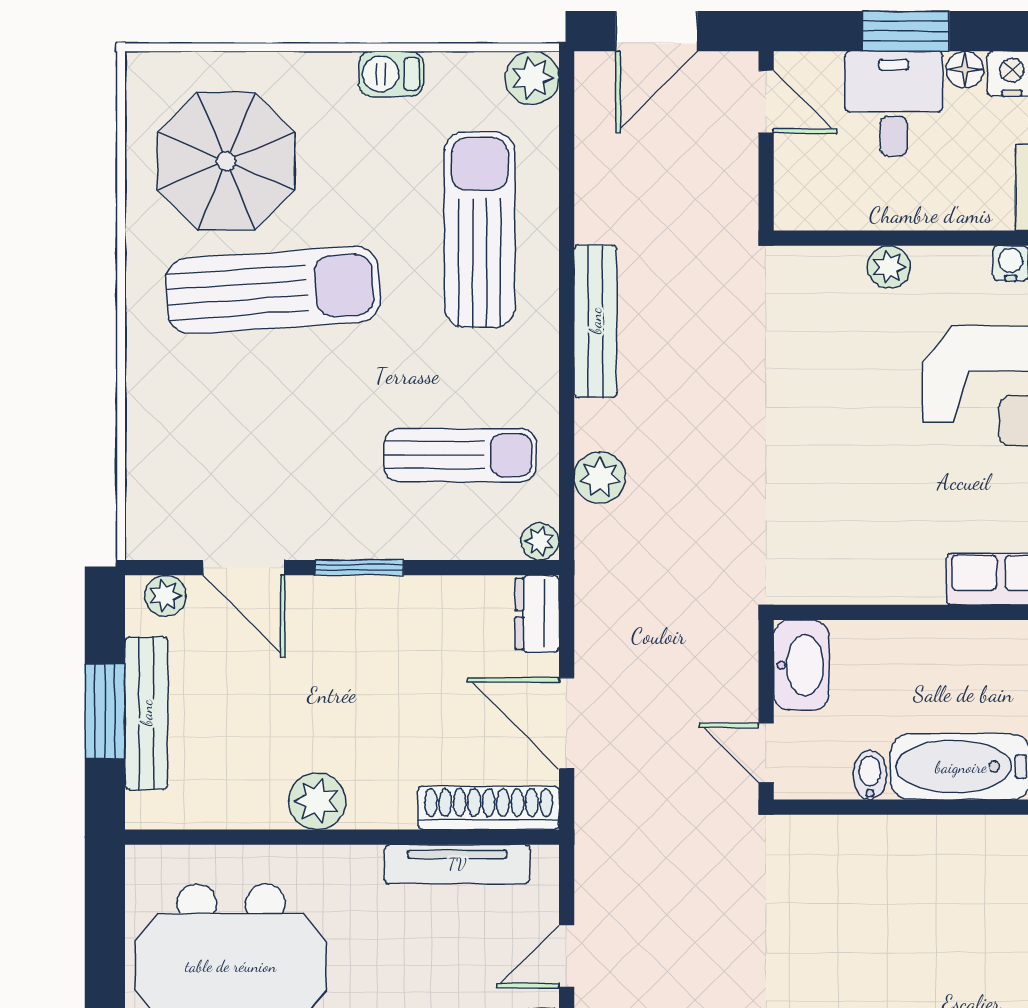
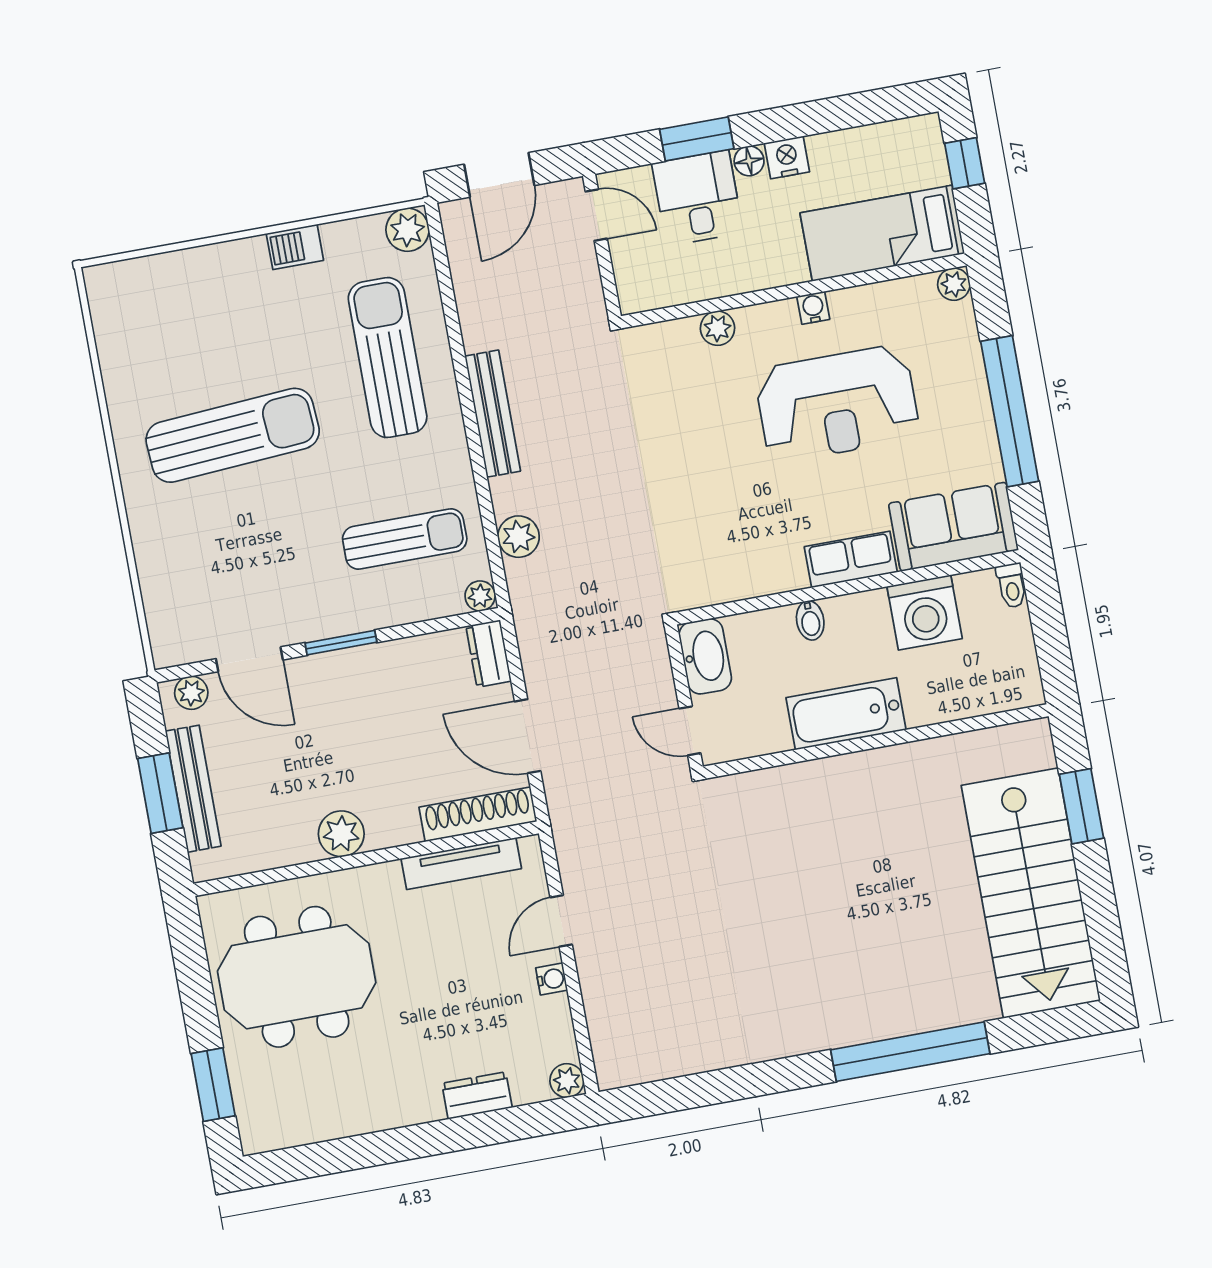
parasol: (226, 161) -> (177, 340), removed
bidet: (870, 775) -> (810, 620), moved, turned 180

